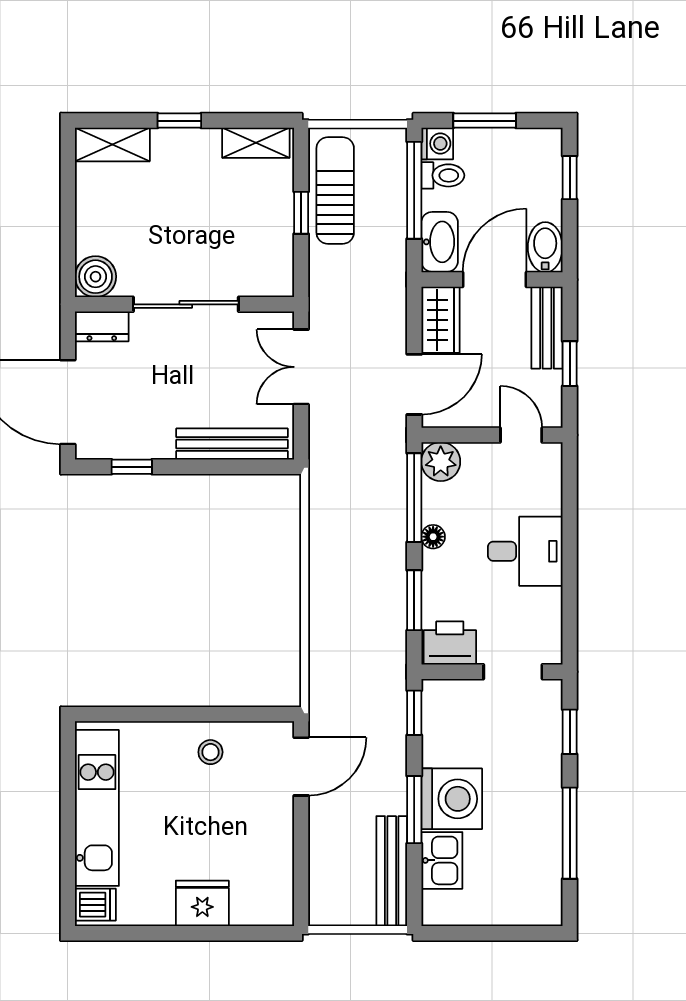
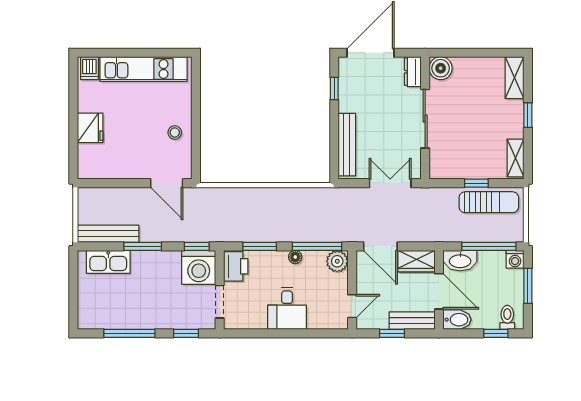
toilet: (443, 175) -> (507, 317), moved, turned 180
washing machine: (452, 799) -> (199, 267), moved
kitchen sink: (442, 860) -> (108, 262), width x1.38

